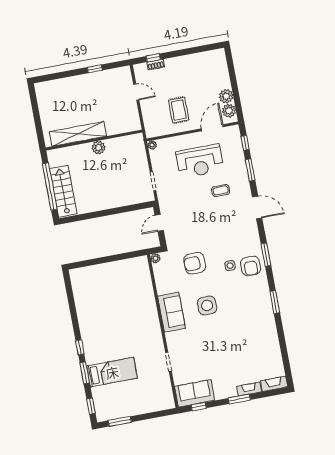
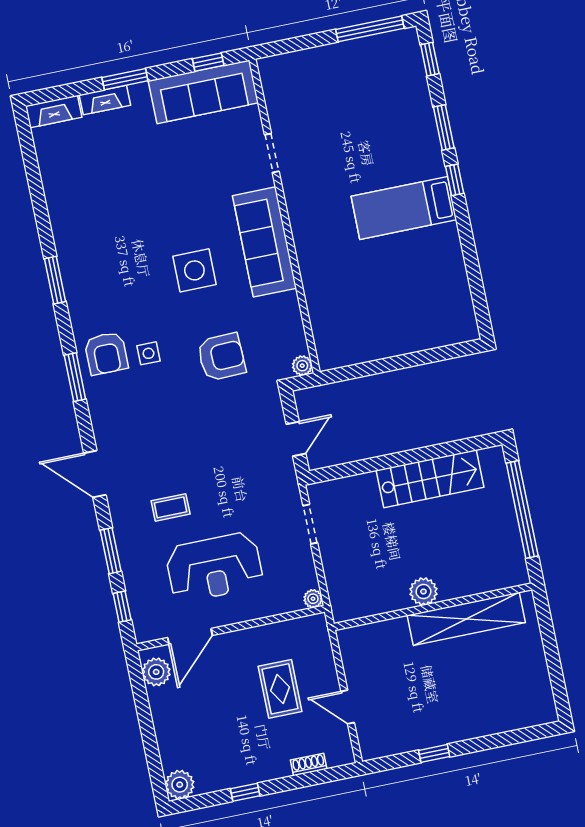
window: (153, 58) -> (245, 792), moved
plant: (226, 96) -> (180, 785), moved
rug: (179, 110) -> (280, 689), moved
reception desk: (200, 161) -> (214, 567), turned 180
stairs: (63, 191) -> (430, 479), moved, turned -90
armchair: (251, 266) -> (106, 353), turned 180
sofa: (172, 312) -> (264, 242), width x1.36
bed: (112, 372) -> (404, 208), moved
sofa: (195, 393) -> (203, 92), width x1.36
window: (120, 421) -> (370, 29), width x1.44

